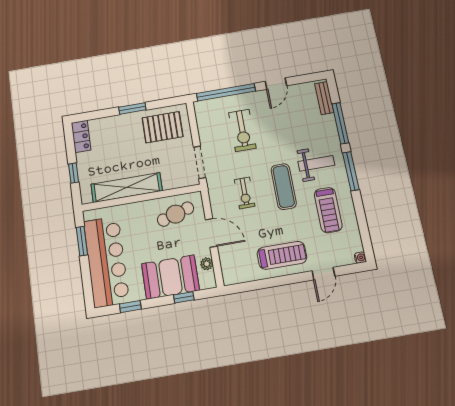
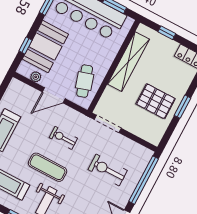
pallet: (162, 127) -> (156, 101), moved, turned 90

